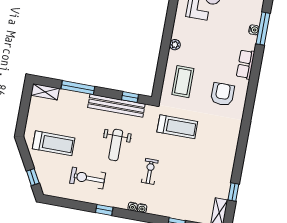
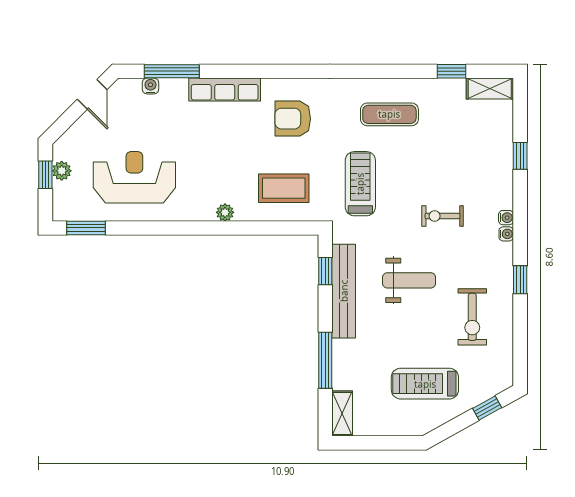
water cooler: (254, 30) -> (150, 86), moved
row of seats: (246, 64) -> (225, 90), width x1.48
treadmill: (54, 143) -> (425, 384), turned -90
exercise mat: (215, 151) -> (389, 114), added

